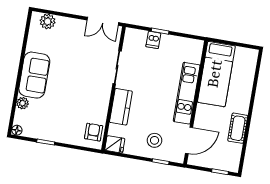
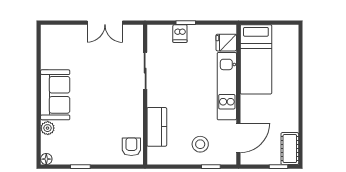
plant: (48, 21) -> (60, 33), removed
double door: (103, 21) -> (105, 23), moved
kitchen counter: (121, 107) -> (157, 127), moved
cot: (238, 128) -> (290, 149), moved
fridge: (115, 144) -> (226, 43), moved, turned 180

